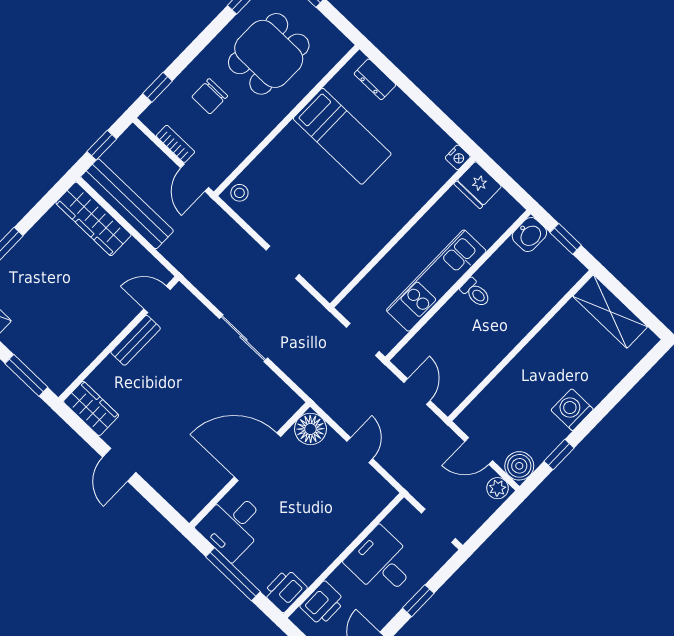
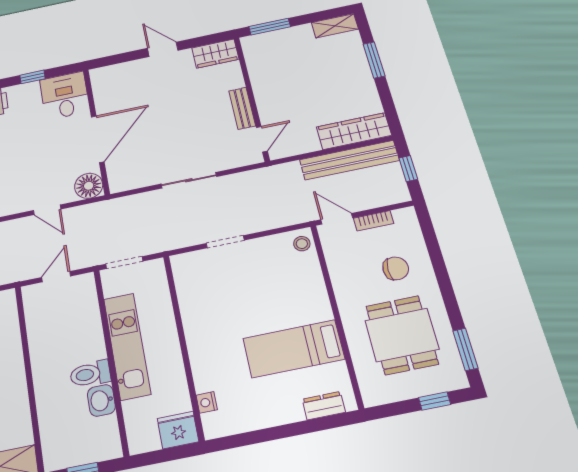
window: (157, 87) -> (429, 235), removed
chair: (210, 96) -> (396, 268), turned 90
nightstand: (458, 157) -> (207, 402), moved
washbasin: (529, 235) -> (101, 400), moved
toilet: (476, 293) -> (90, 374), width x1.37, depth x1.39
door: (417, 392) -> (56, 277), swing flipped
window: (233, 574) -> (32, 77), width x0.46

